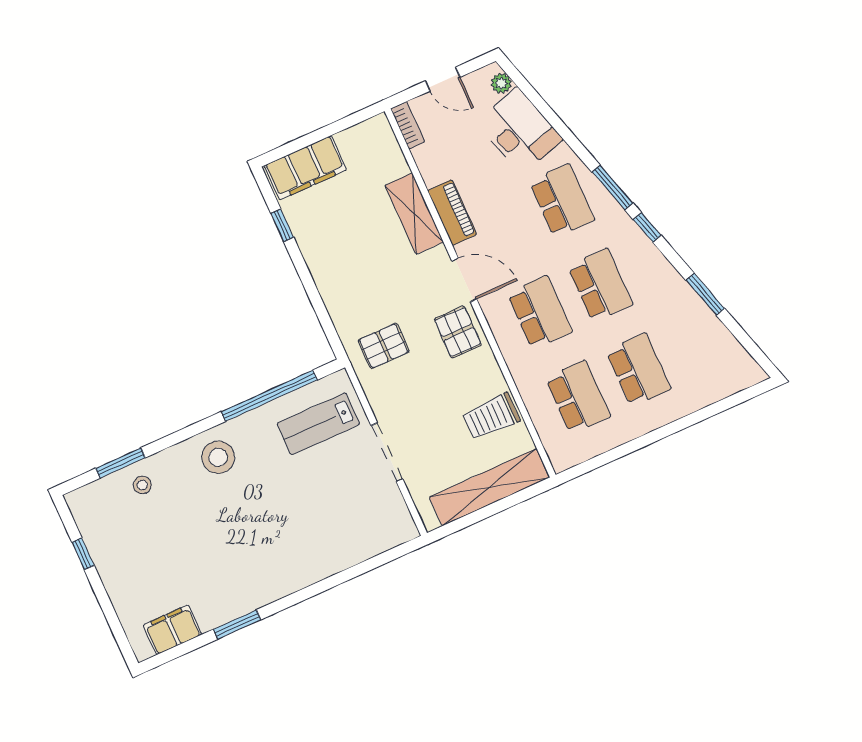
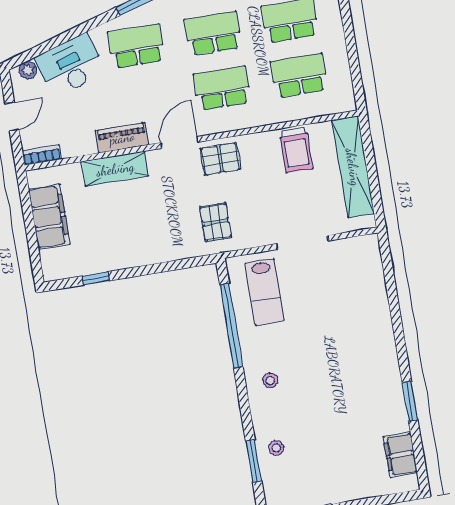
filing cabinet: (305, 168) -> (49, 217), moved
stool: (218, 457) -> (270, 380), width x0.53, depth x0.53

